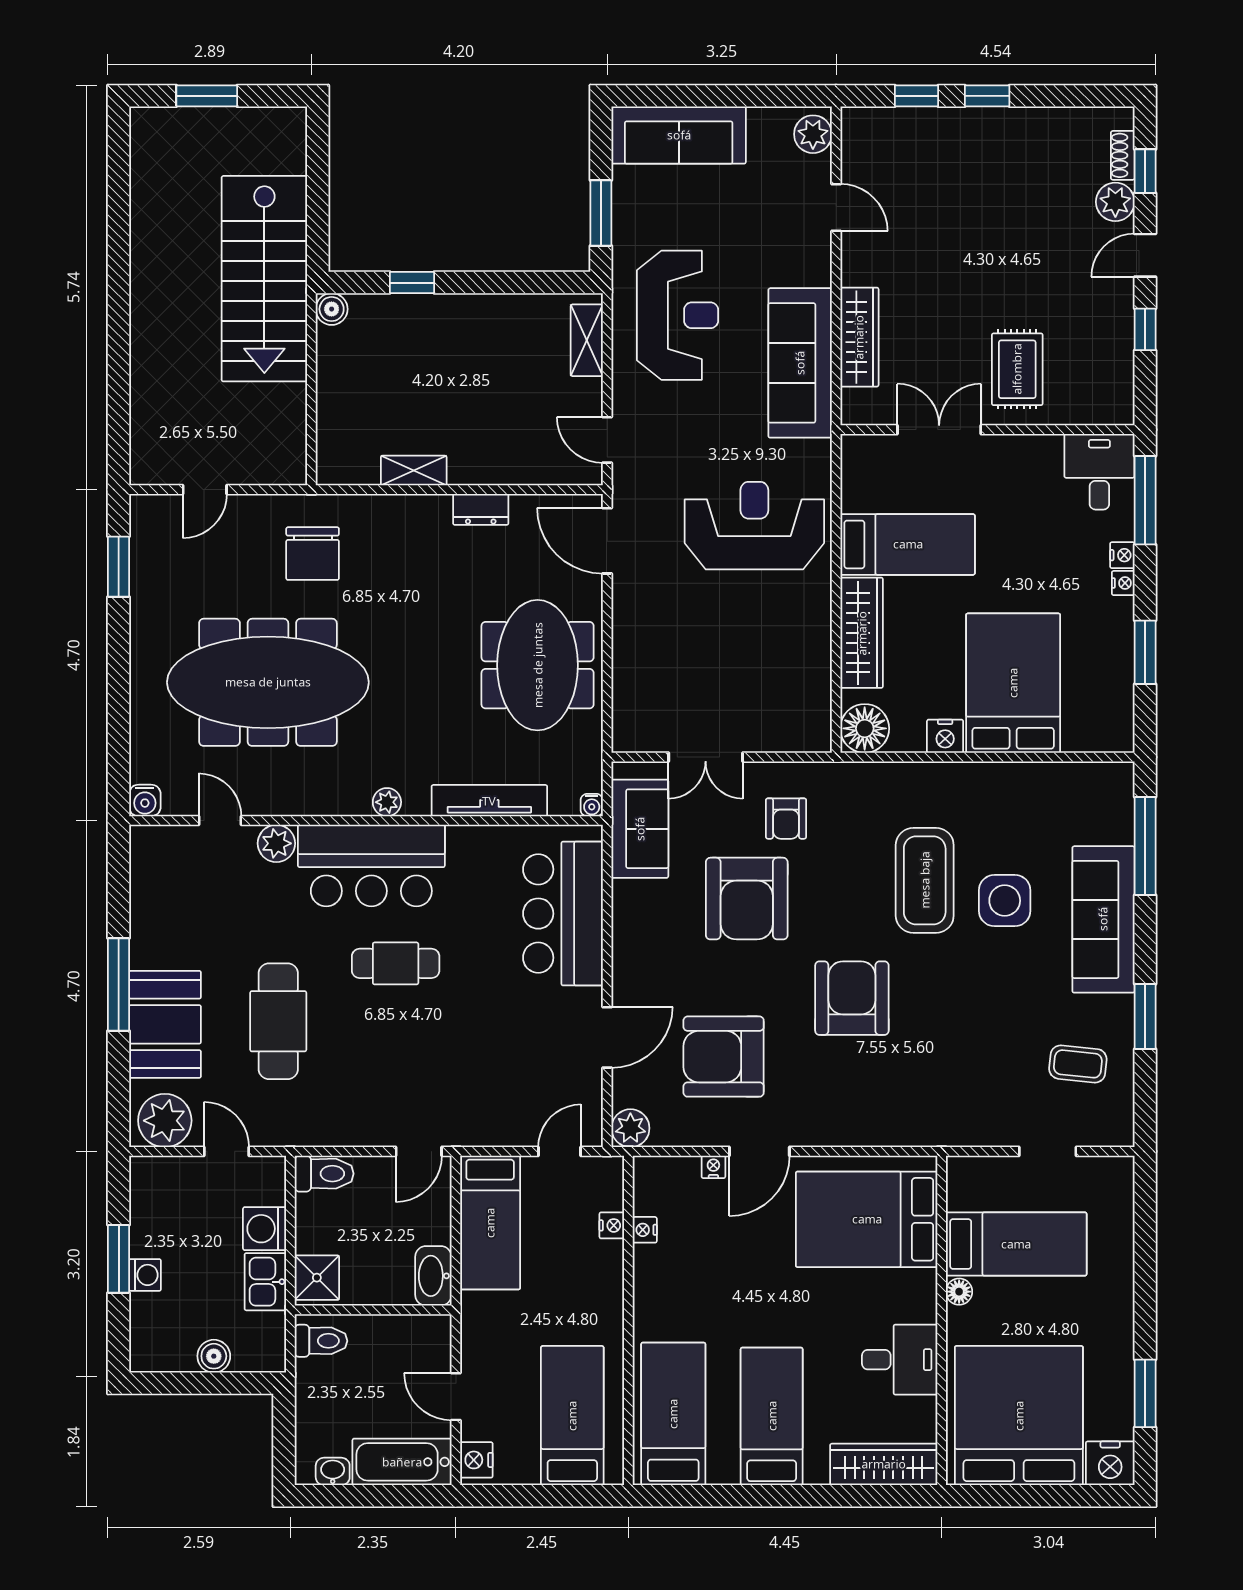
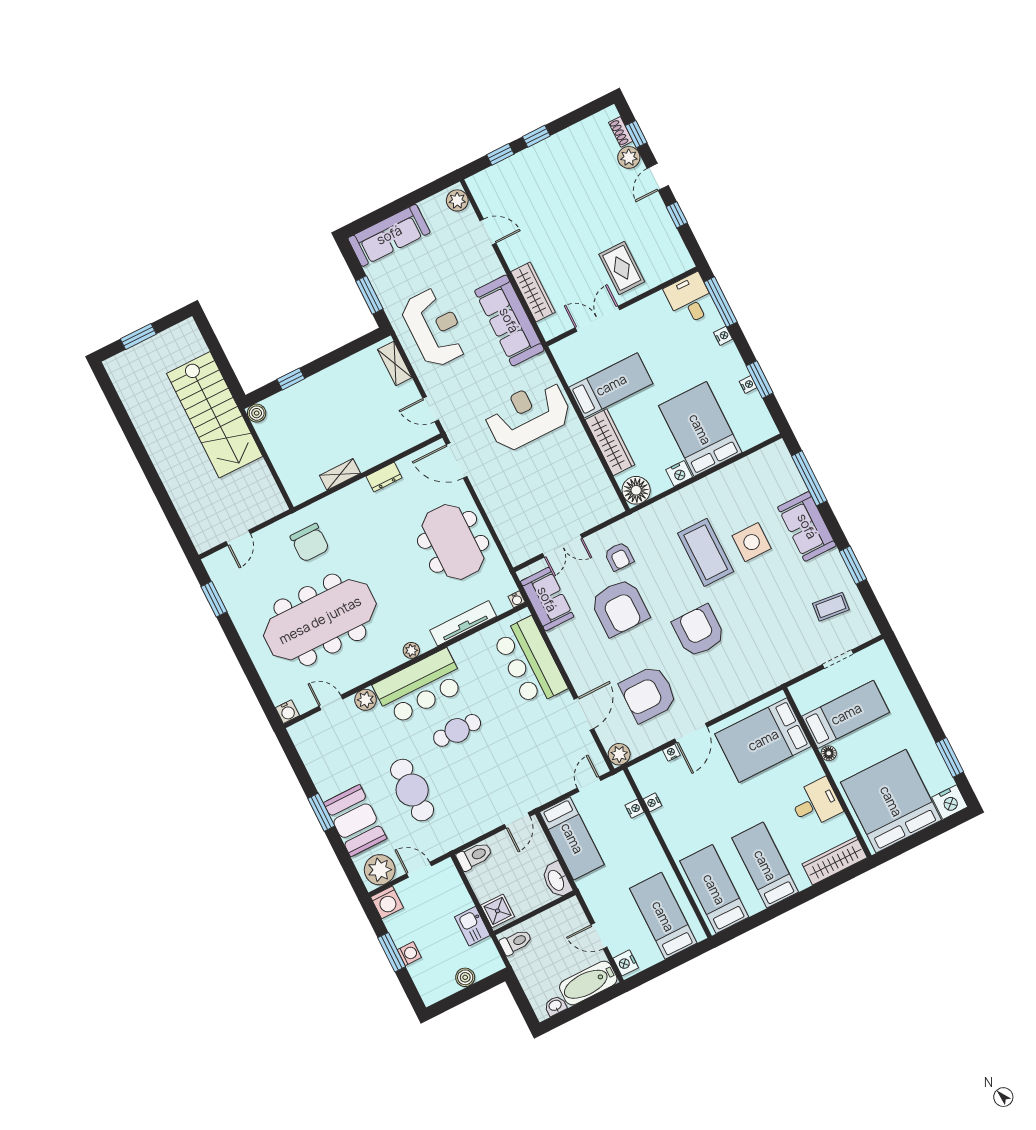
nightstand: (1123, 583) -> (748, 385), moved
sofa: (1103, 919) -> (807, 526), width x0.73
window: (119, 985) -> (321, 812), width x0.69
washing machine: (265, 1229) -> (387, 902), moved, turned -90

